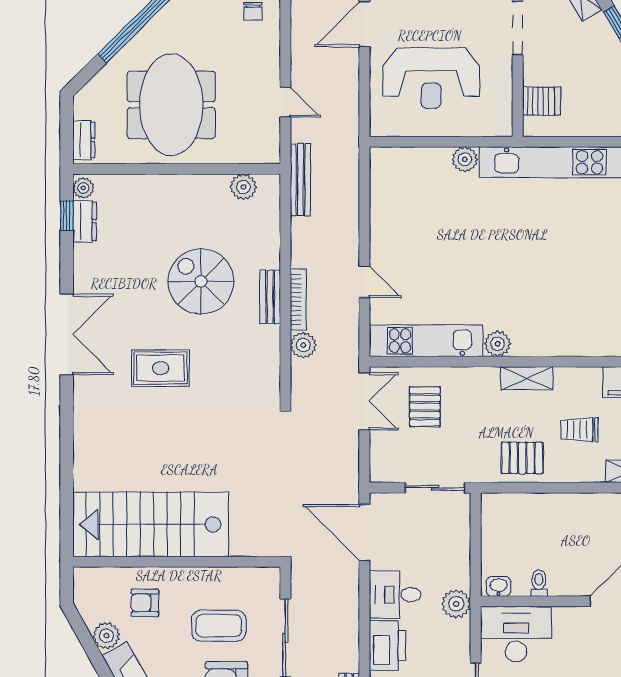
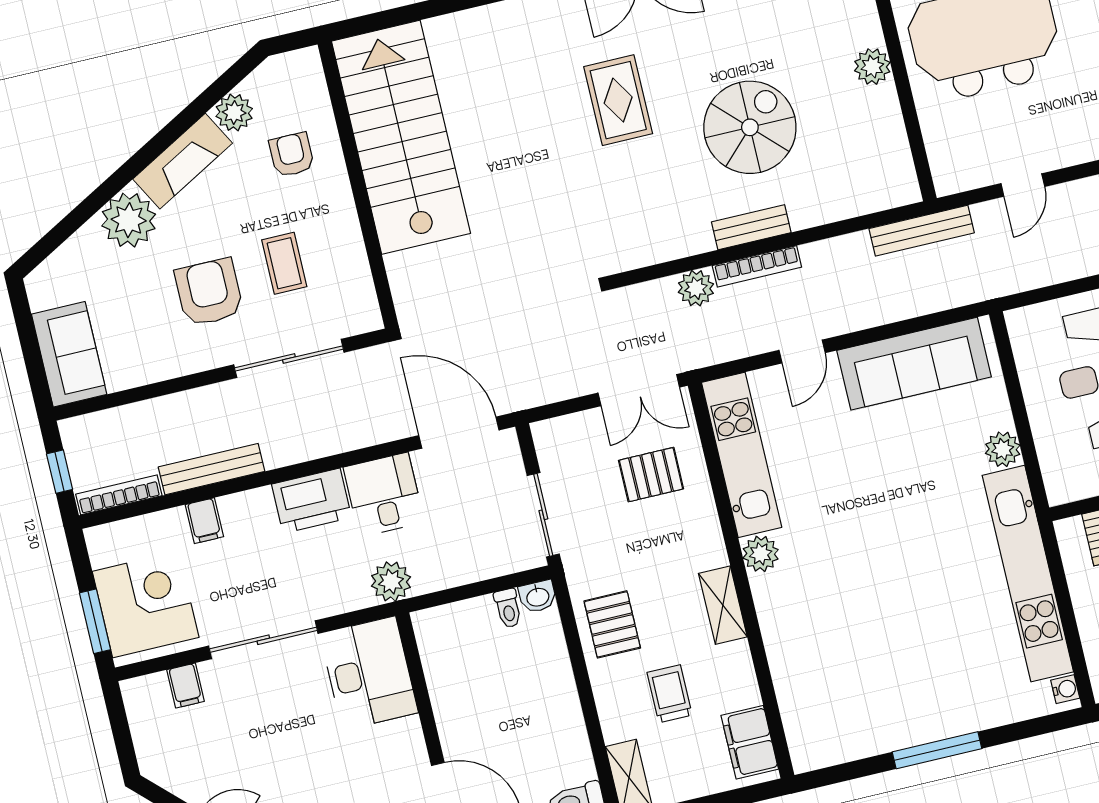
plant: (243, 187) -> (872, 67), moved
sofa: (391, 207) -> (914, 364), added
door: (364, 533) -> (459, 433), hinge flipped
toilet: (539, 583) -> (508, 608), moved, turned 90
washbasin: (499, 586) -> (538, 596), moved, turned 90
coffee table: (219, 626) -> (284, 263), width x0.73, depth x0.77

